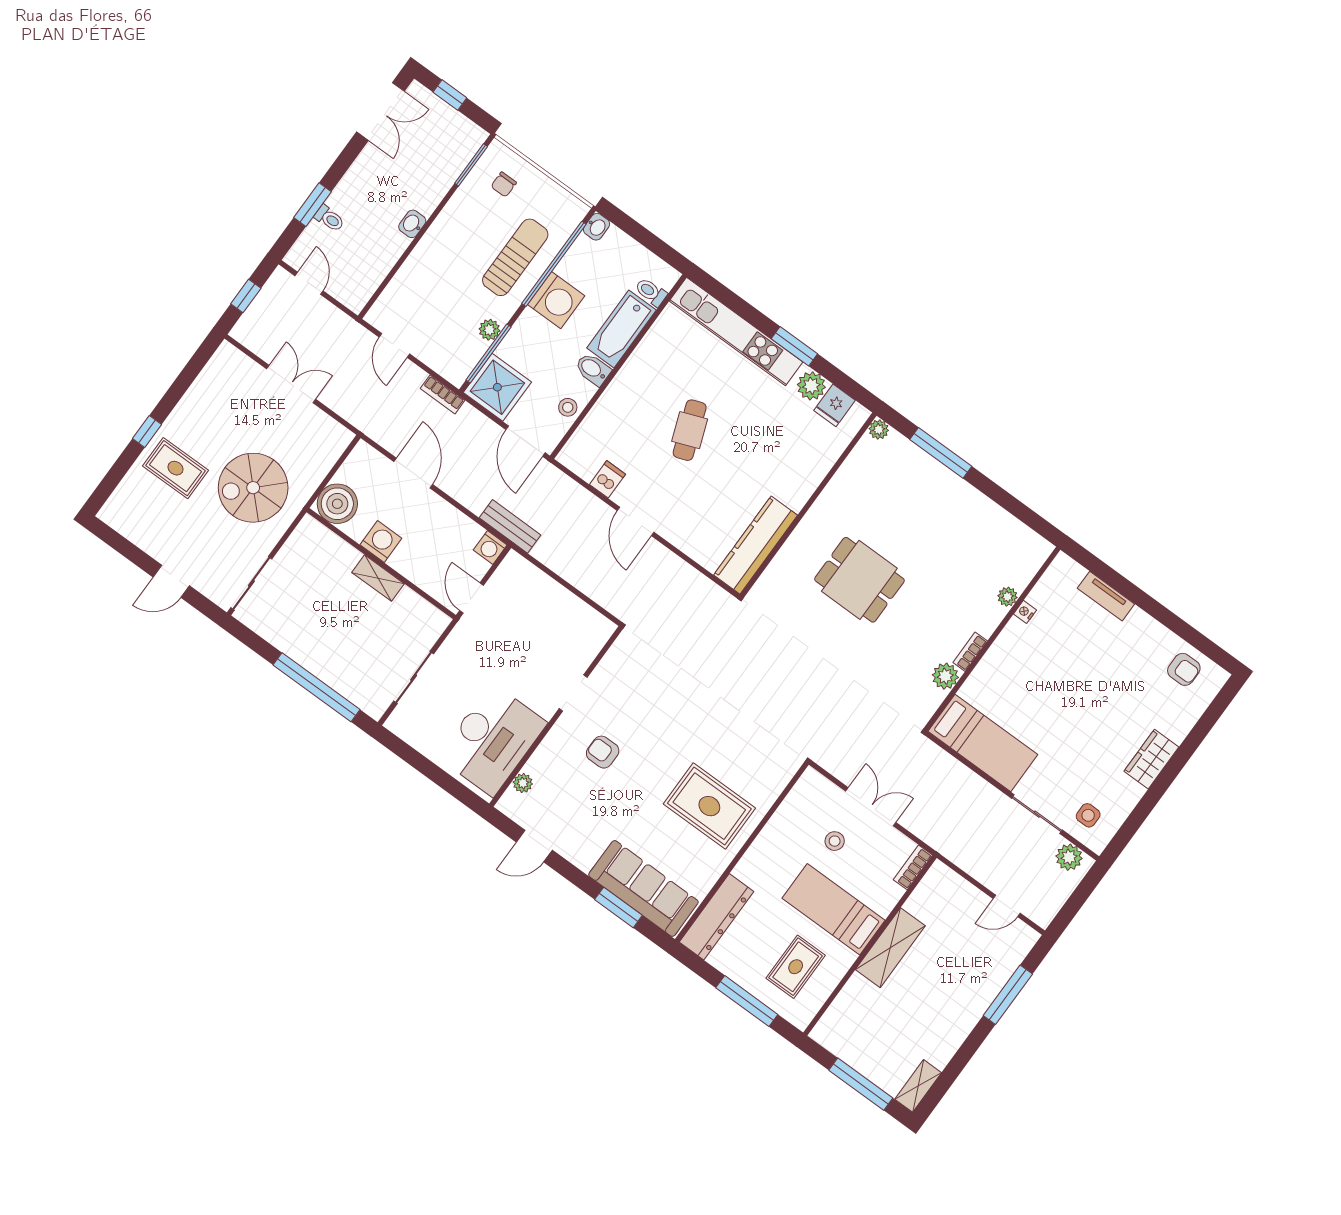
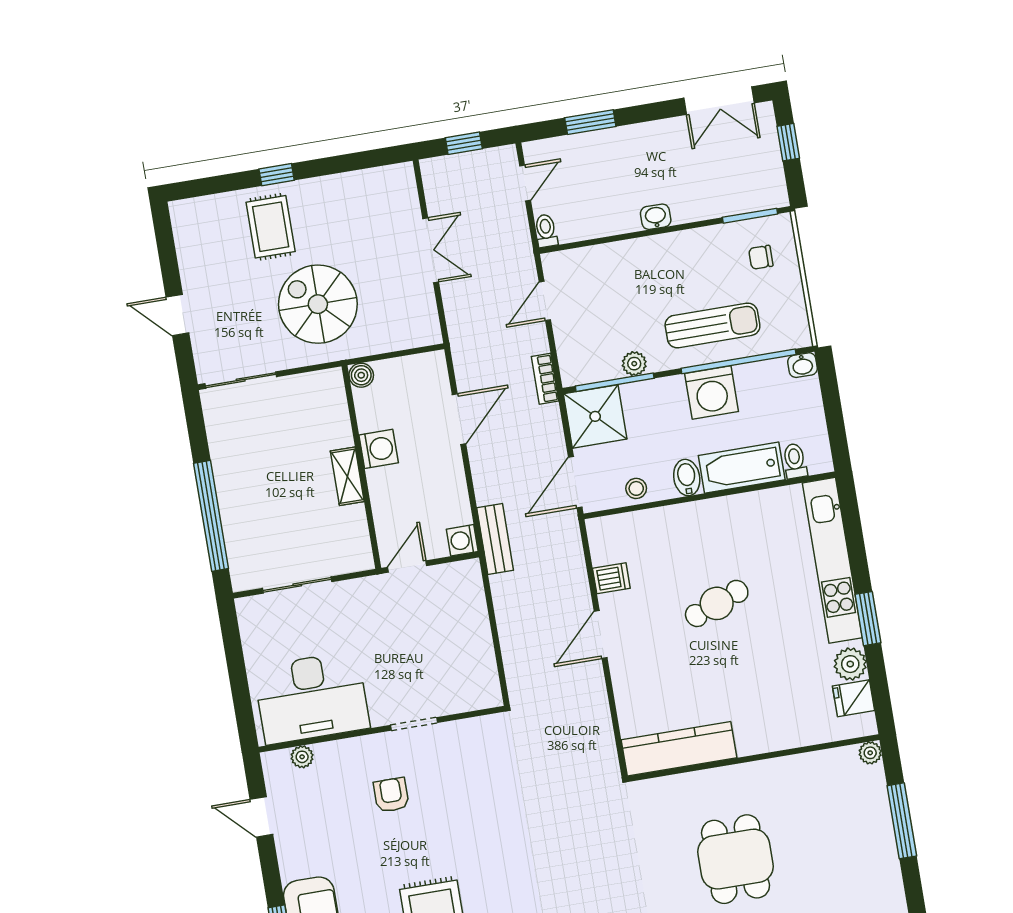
toilet: (329, 218) -> (546, 231), moved, turned 180
boiler: (337, 504) -> (361, 375), width x0.54, depth x0.54

